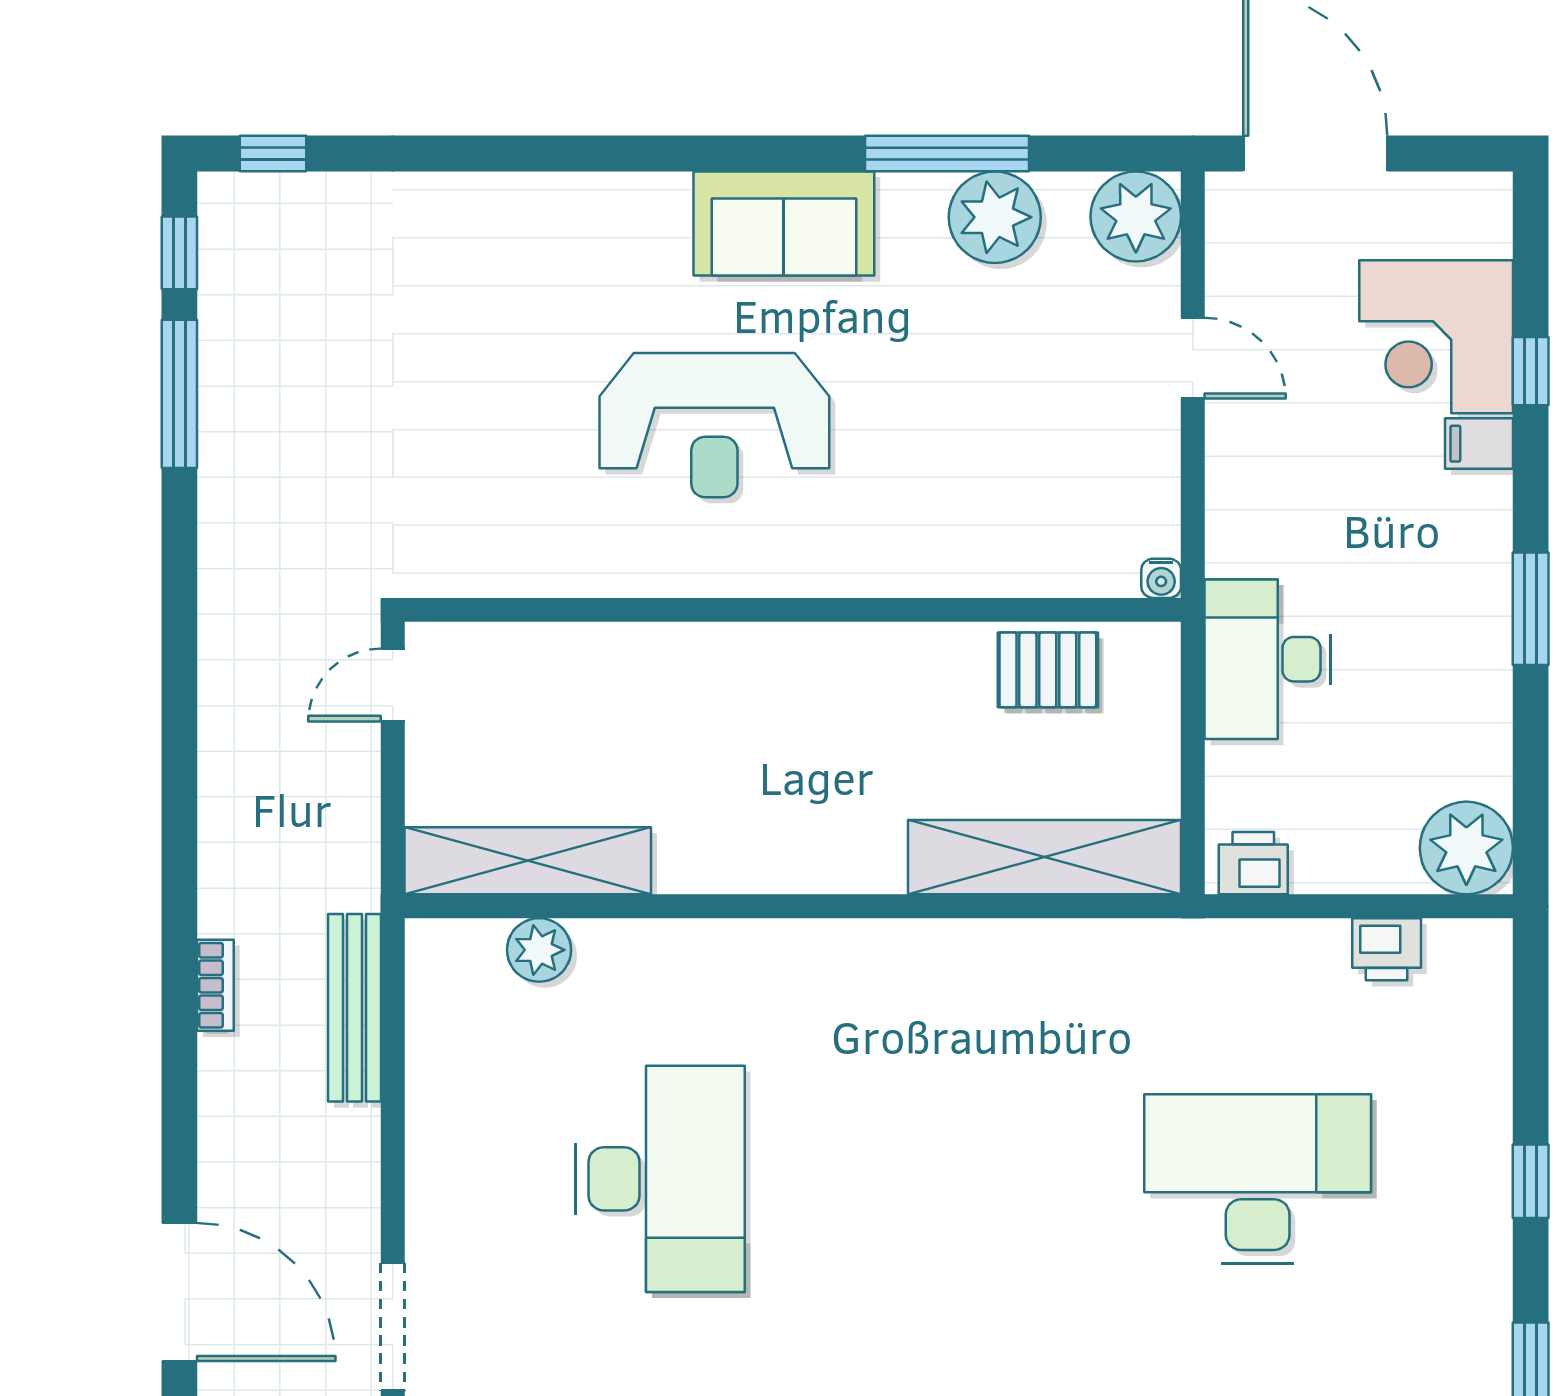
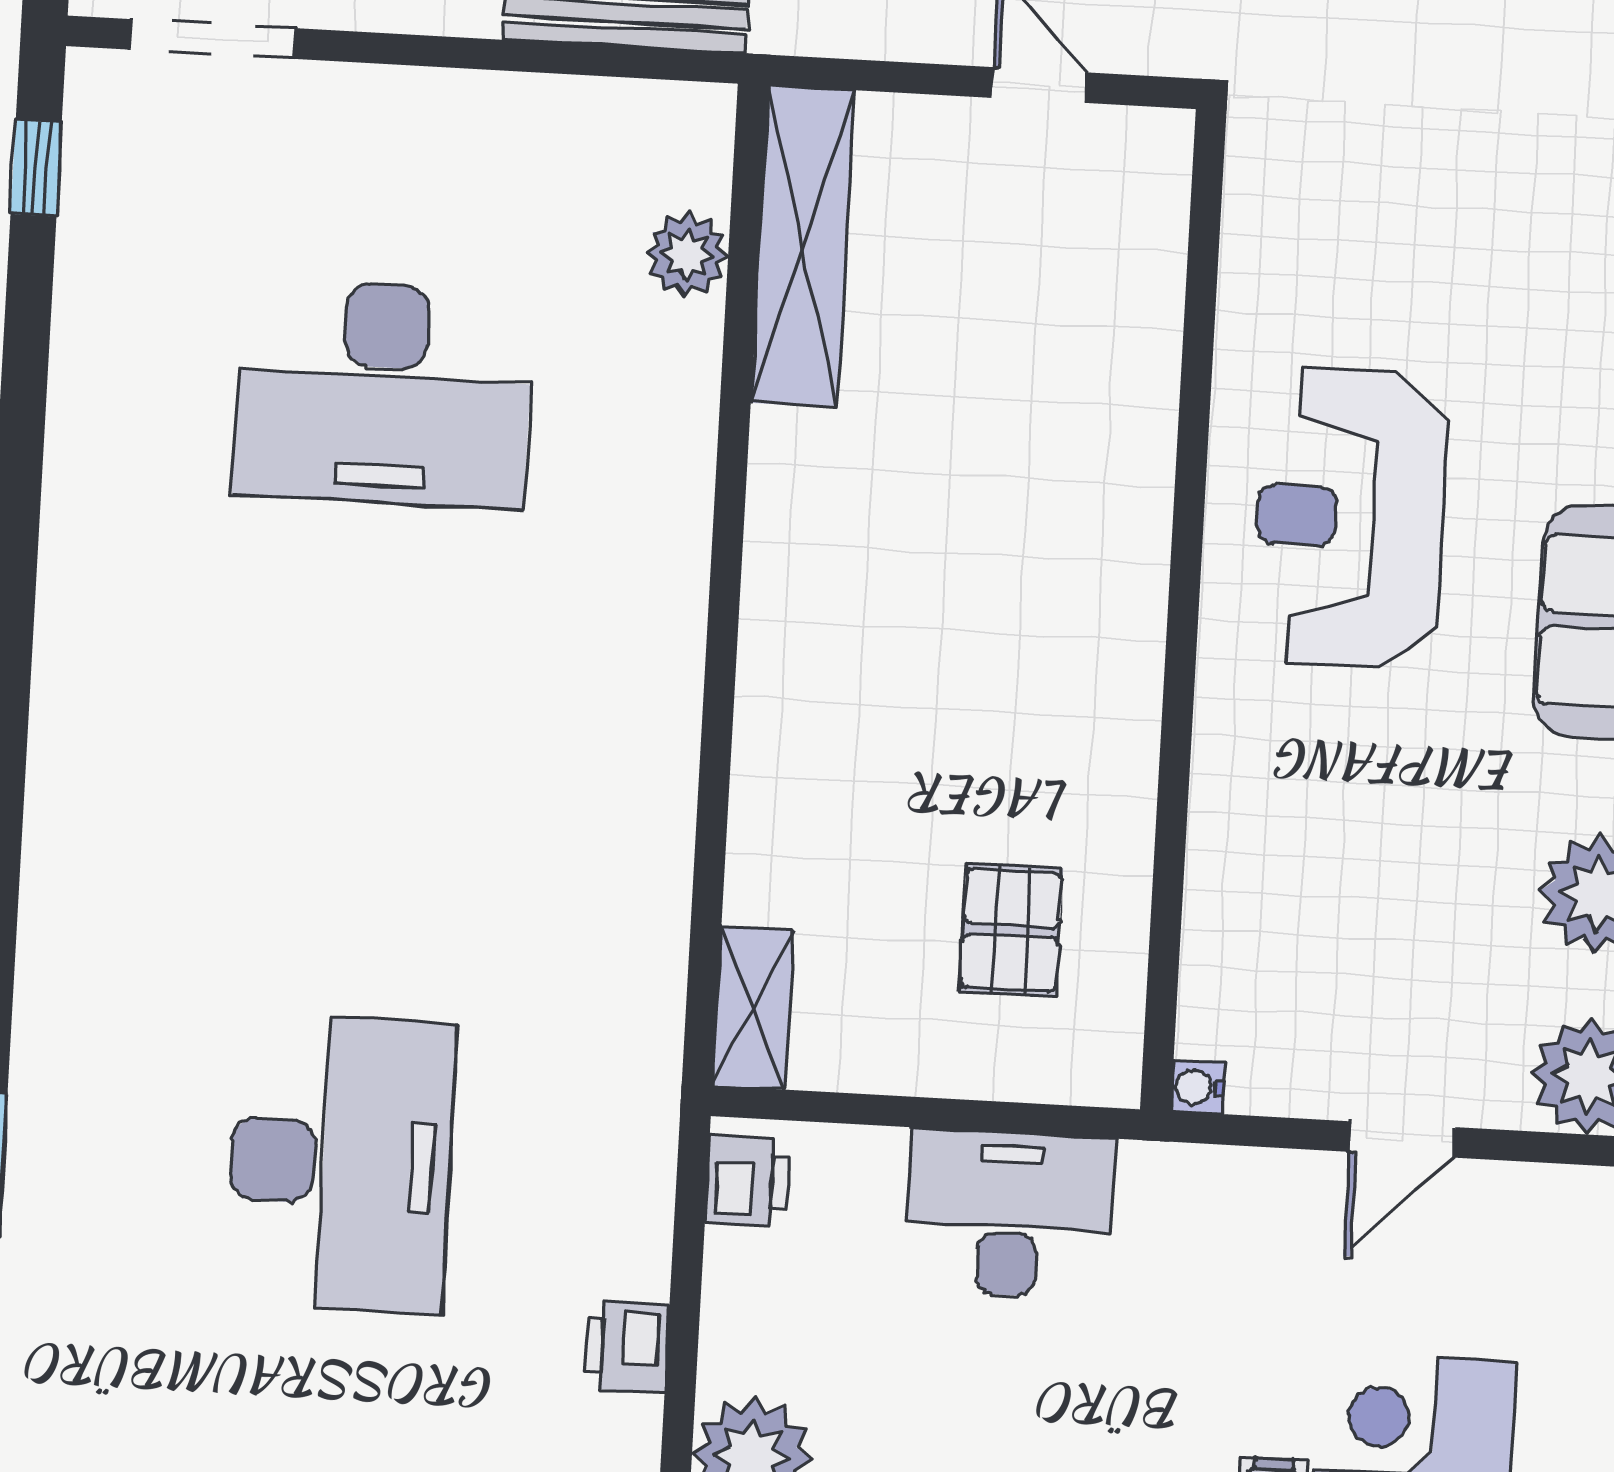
water cooler: (1161, 578) -> (1197, 1087), moved
wall: (793, 610) -> (1183, 610), moved
shelving: (1044, 857) -> (753, 1008), width x0.45, depth x0.75

